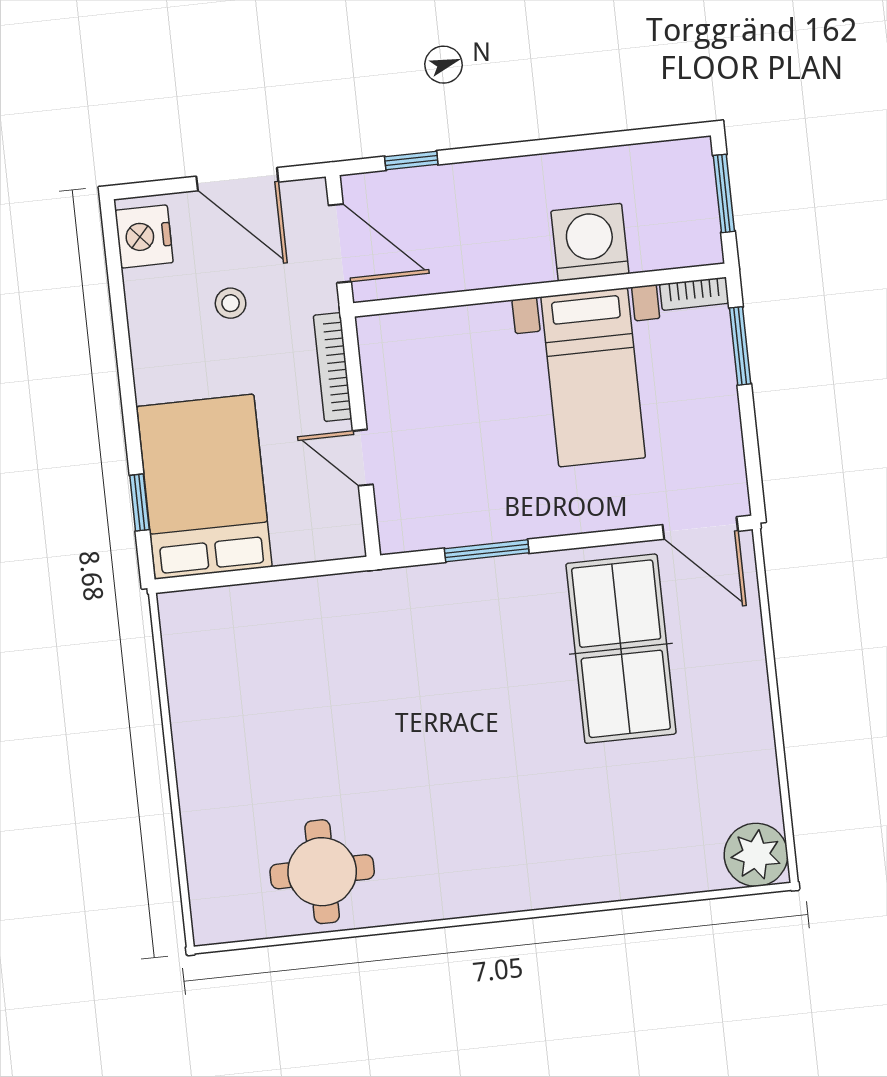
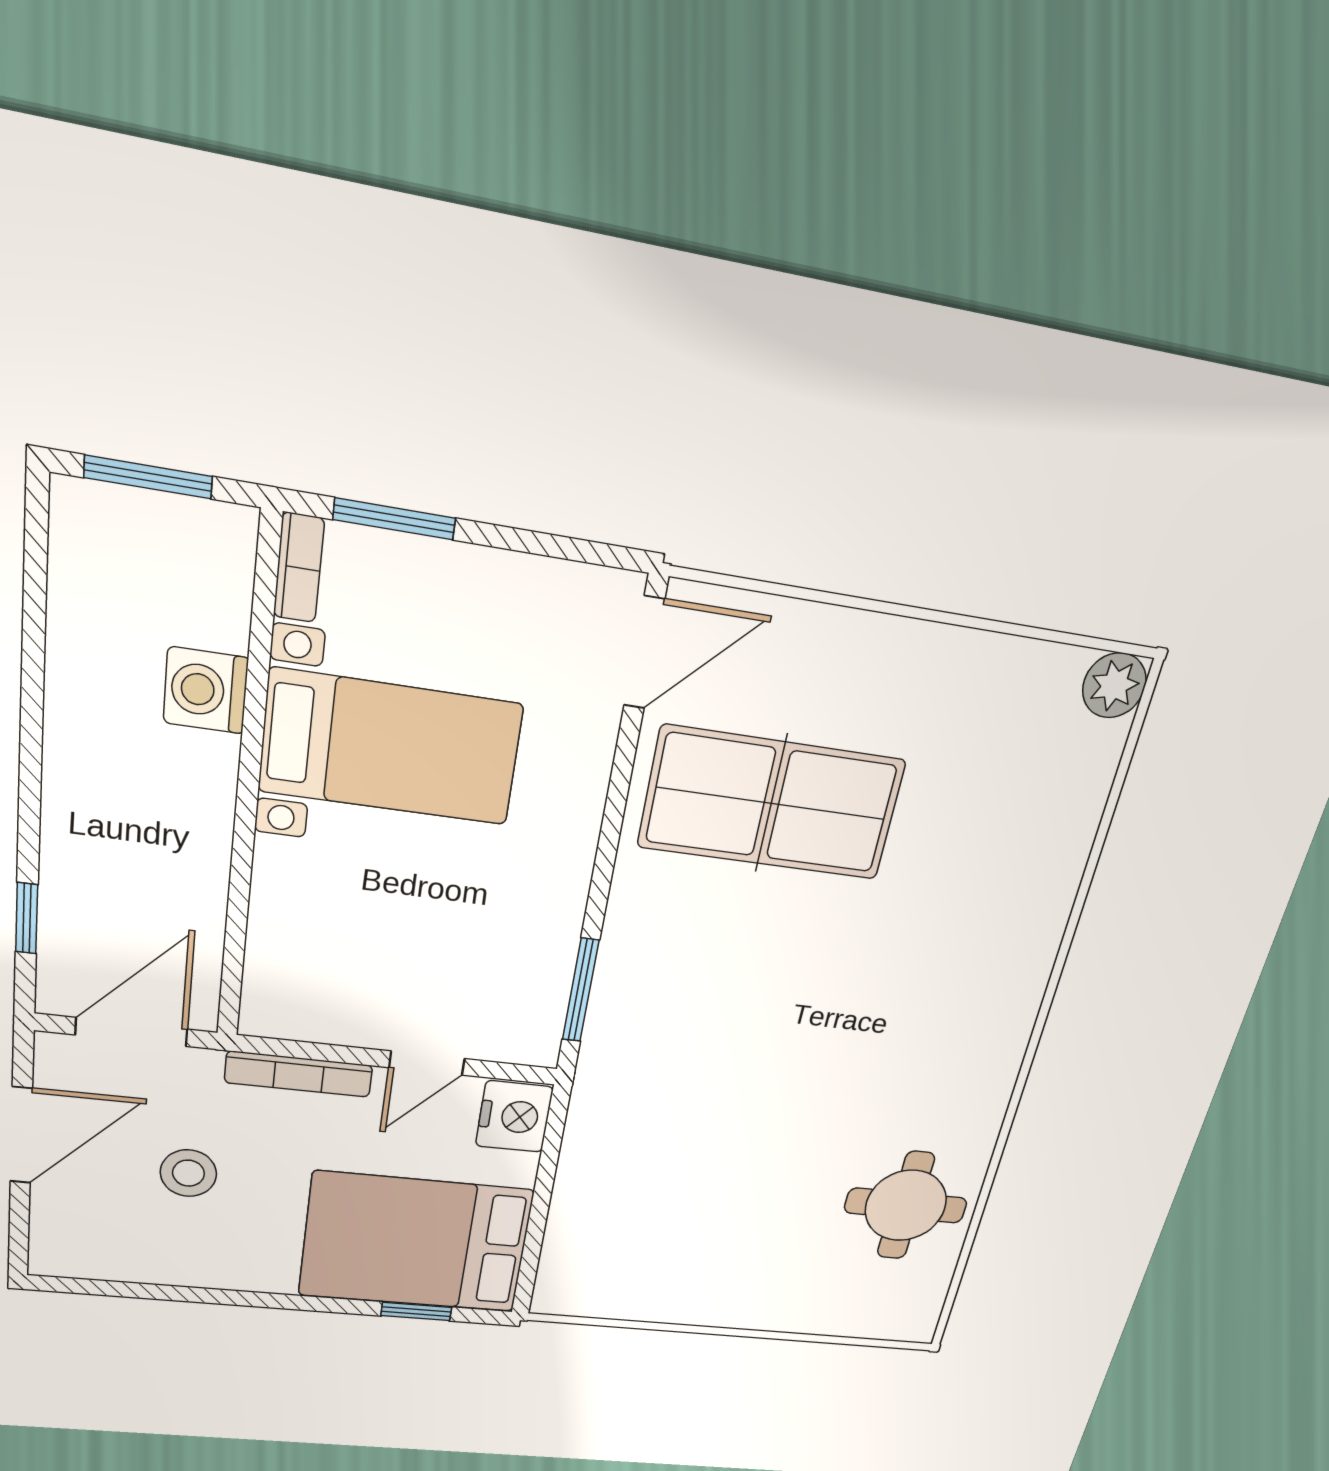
nightstand: (144, 236) -> (514, 1117), moved, turned -90
washing machine: (590, 242) -> (206, 690), width x0.73, depth x0.73
stool: (231, 303) -> (188, 1173), width x1.37, depth x1.37
window: (487, 551) -> (581, 990), moved
plant: (756, 855) -> (1114, 685), width x0.73, depth x0.73

